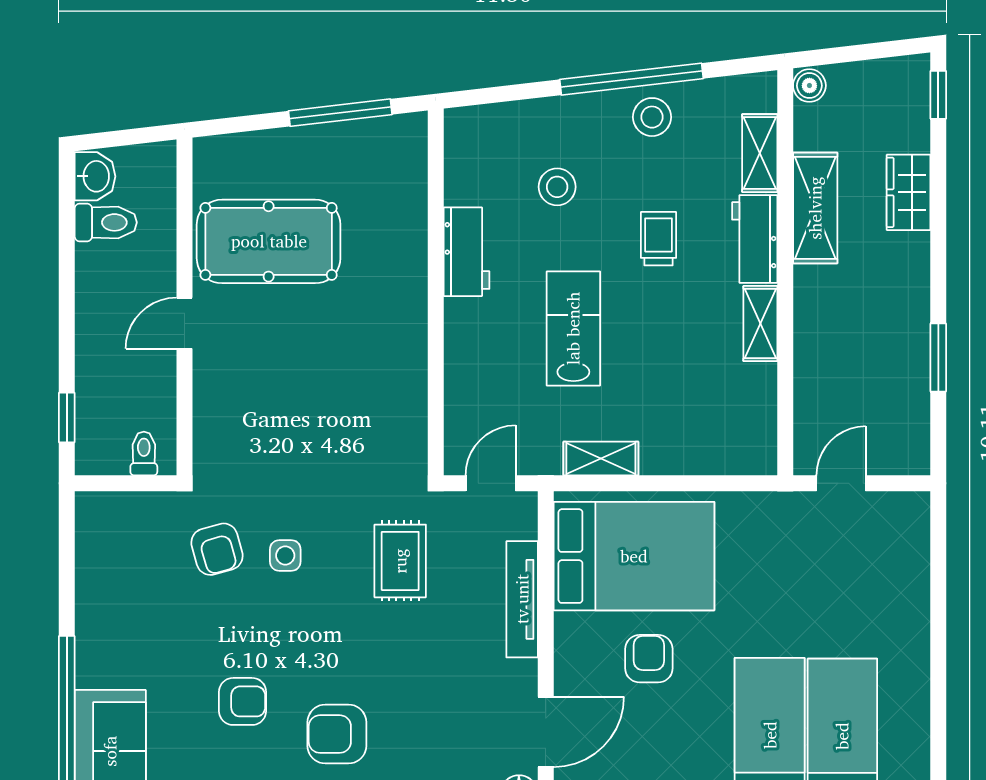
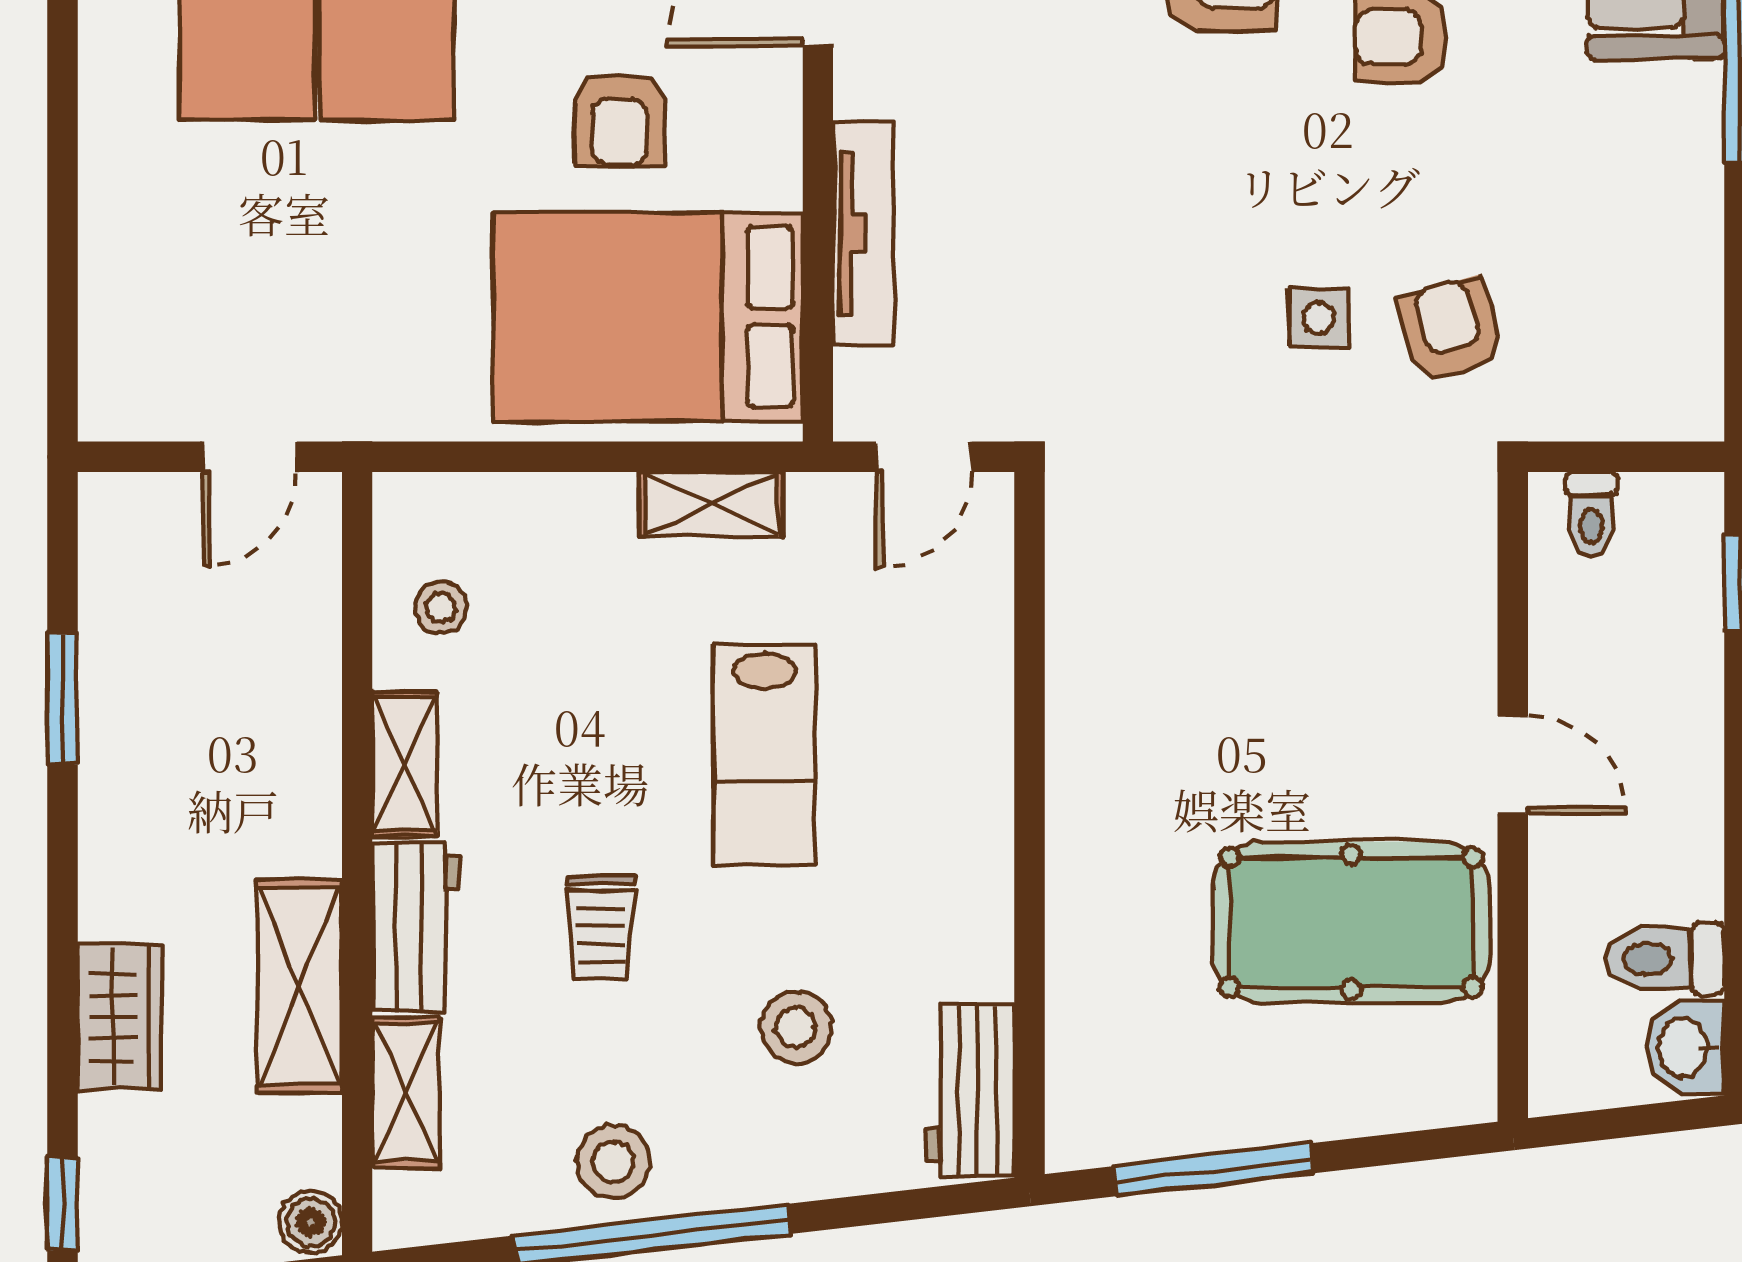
workbench: (467, 252) -> (970, 1091), moved
door: (185, 323) -> (1513, 765), hinge flipped
stool: (742, 405) -> (441, 608), added
rug: (400, 561) -> (1098, 307), removed

